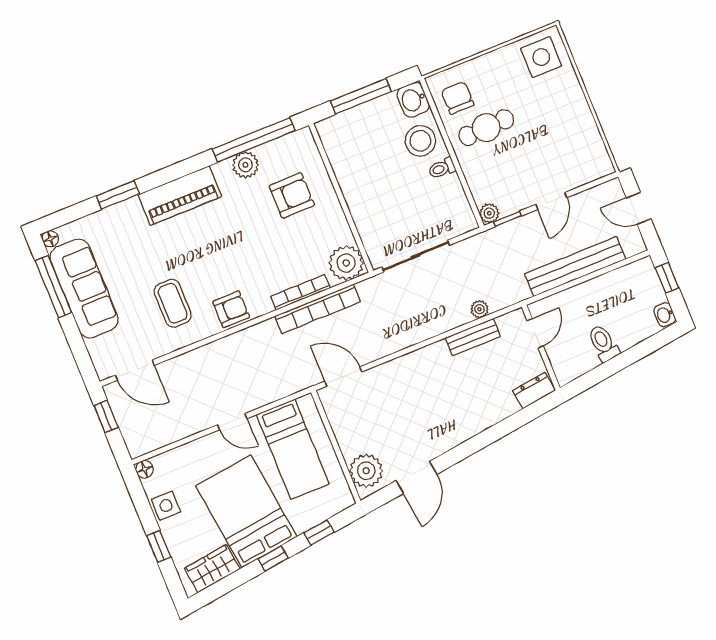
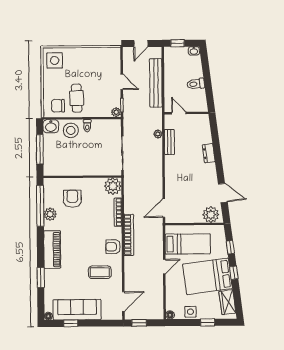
window: (53, 287) -> (71, 323), width x0.46
armchair: (231, 309) -> (113, 247), turned -90
bookcase: (318, 309) -> (129, 235), moved
dresser: (534, 391) -> (209, 153), moved

